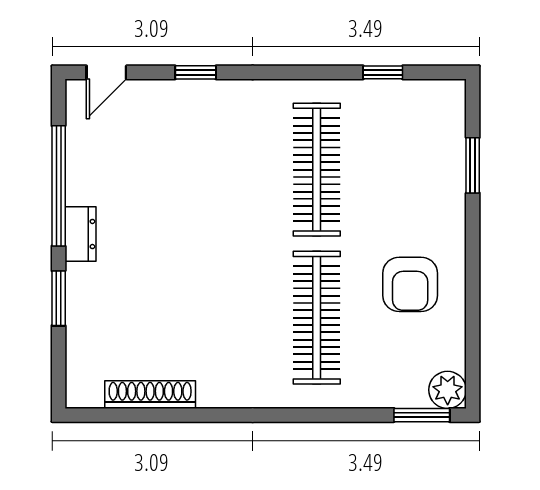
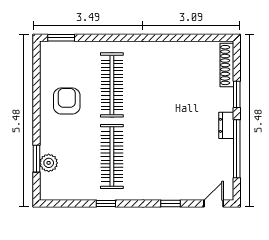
window: (383, 72) -> (106, 204), moved
plant: (448, 390) -> (49, 163), moved
shoe rack: (150, 395) -> (227, 65), moved, turned 90

